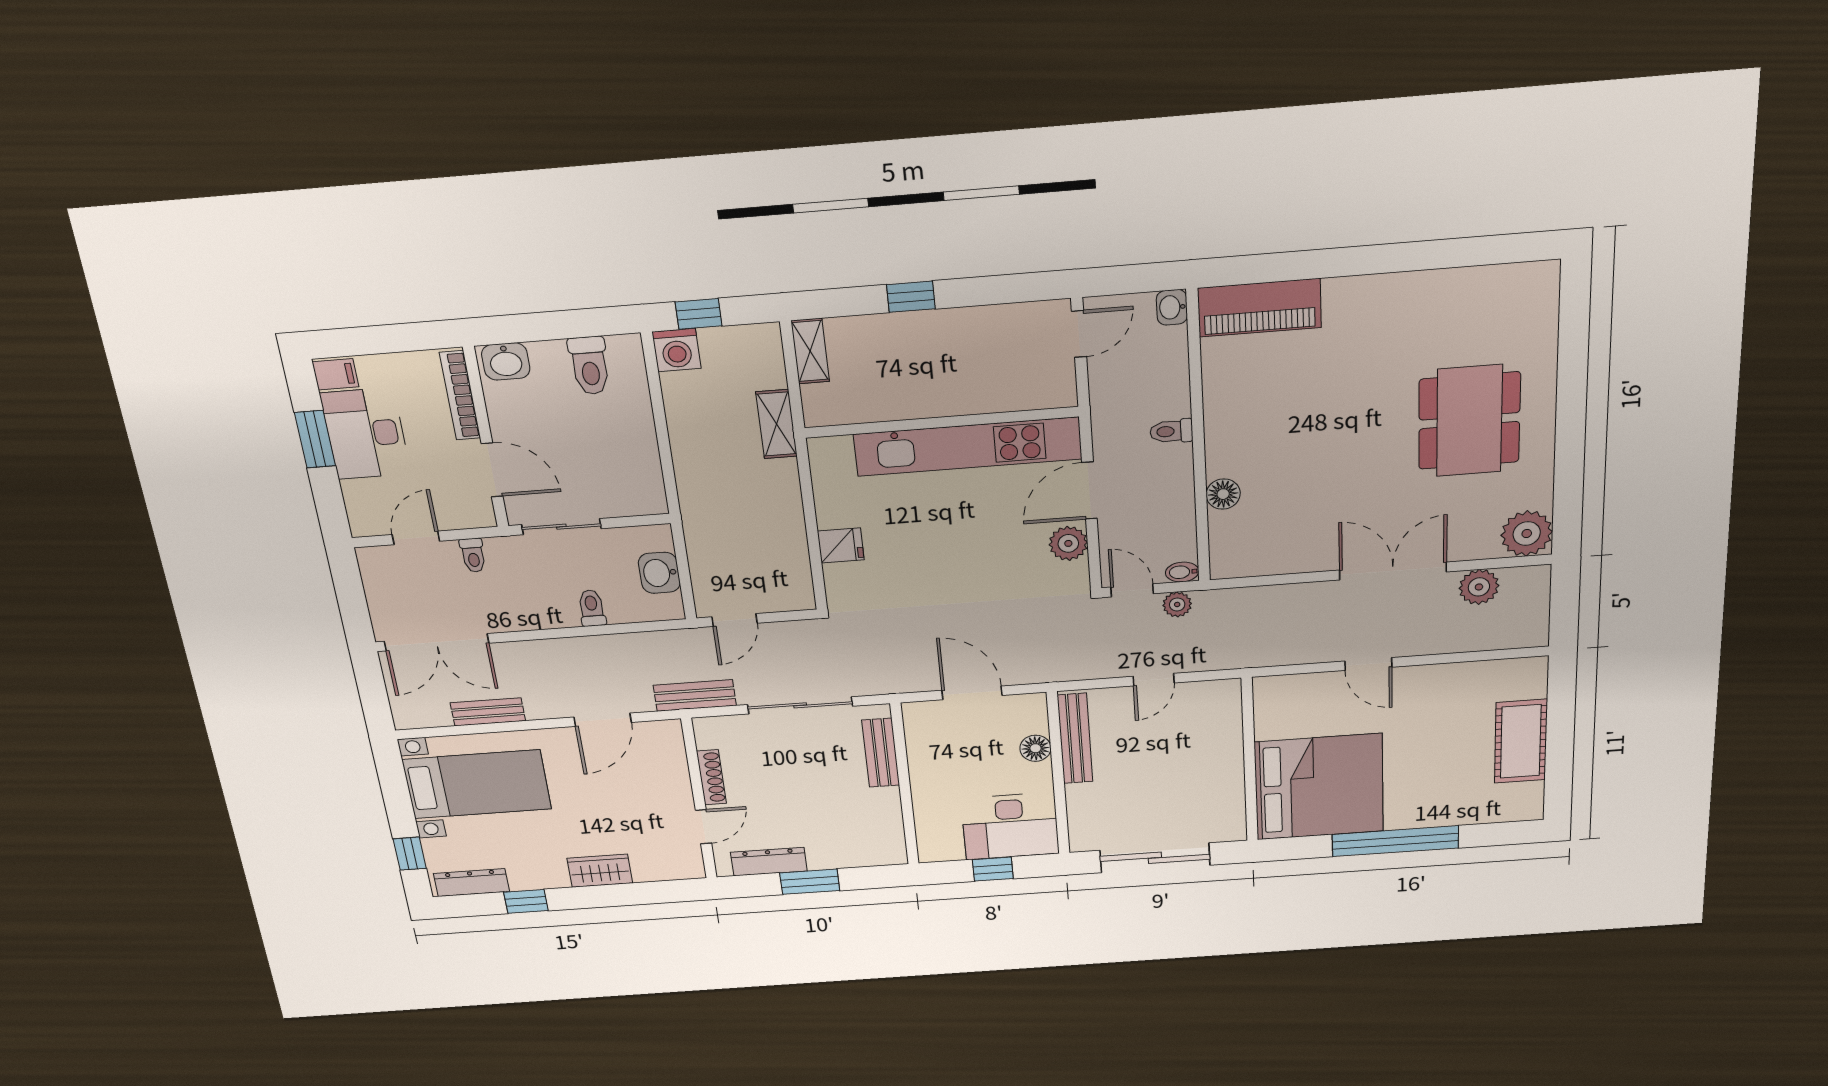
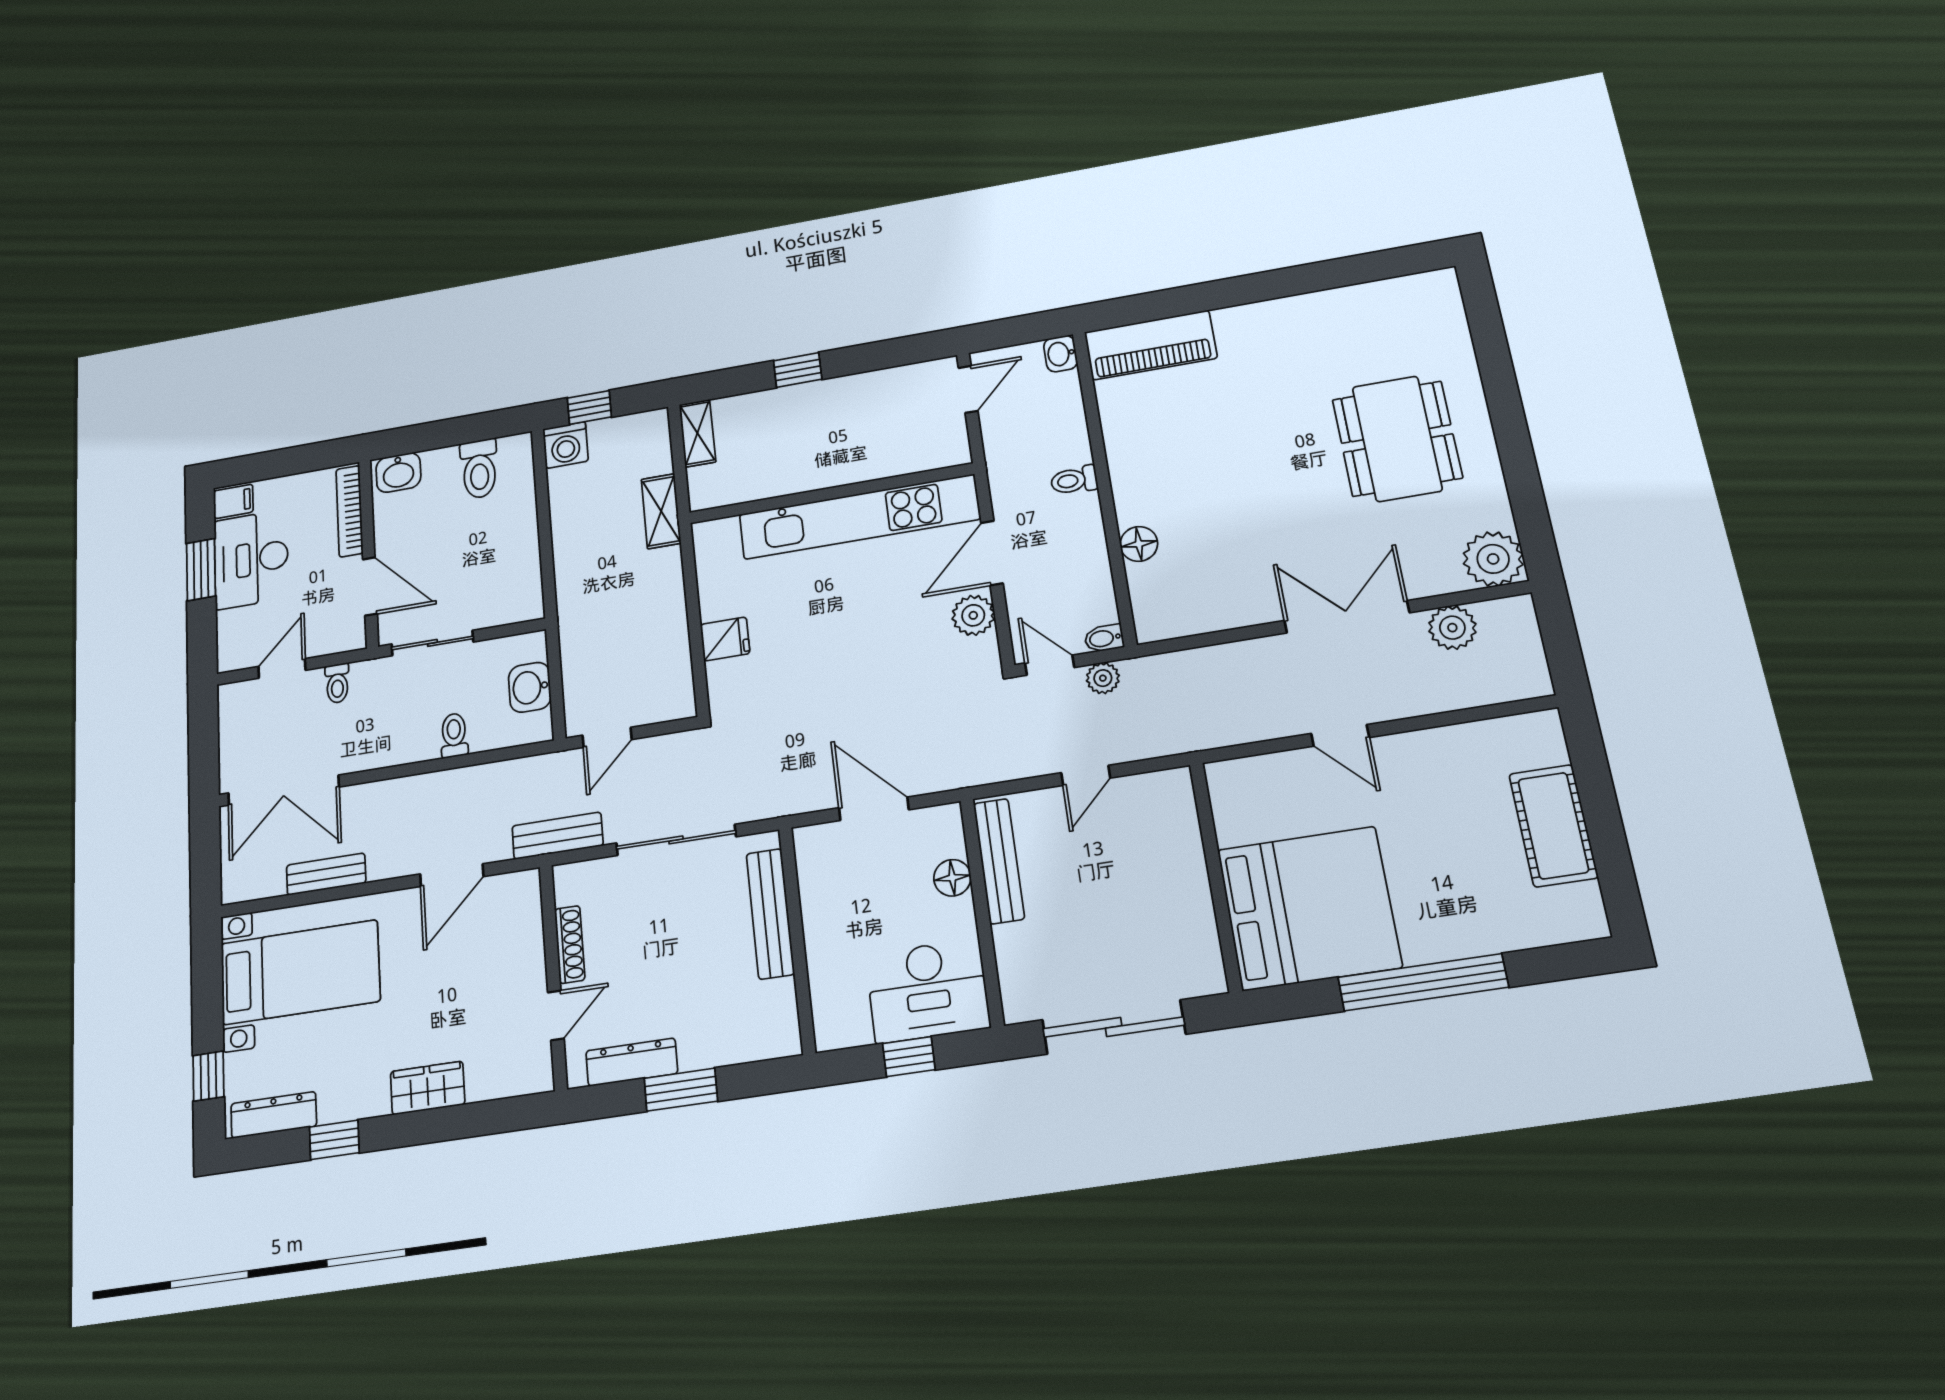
bench: (881, 753) -> (770, 914), width x1.36

